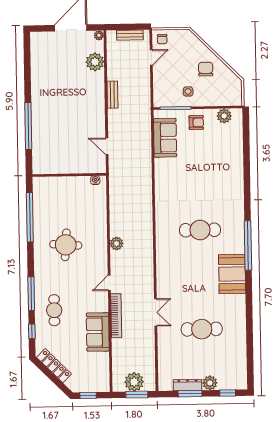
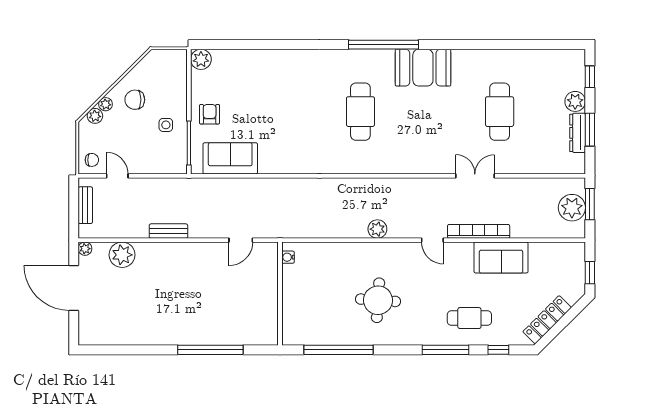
plant: (194, 41) -> (95, 116), added
plant: (202, 48) -> (106, 104), added
plant: (224, 116) -> (201, 59), moved

